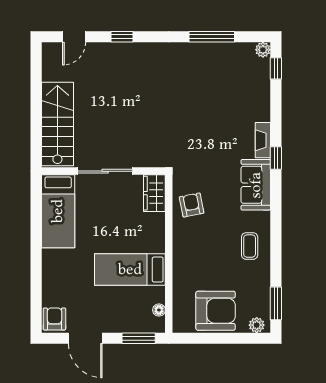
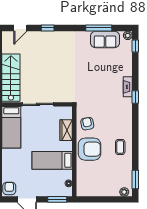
sofa: (256, 185) -> (105, 39), moved, turned -90
wardrobe: (154, 193) -> (66, 130), moved
armchair: (216, 311) -> (90, 149), moved

